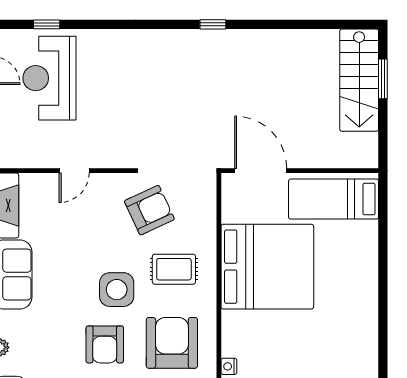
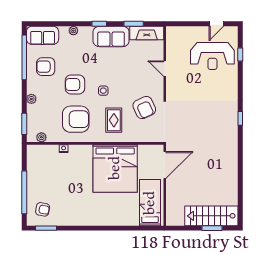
window: (213, 24) -> (240, 118), moved
reception desk: (49, 78) -> (212, 56), turned 180
side table: (117, 290) -> (103, 91), width x0.54, depth x0.54

